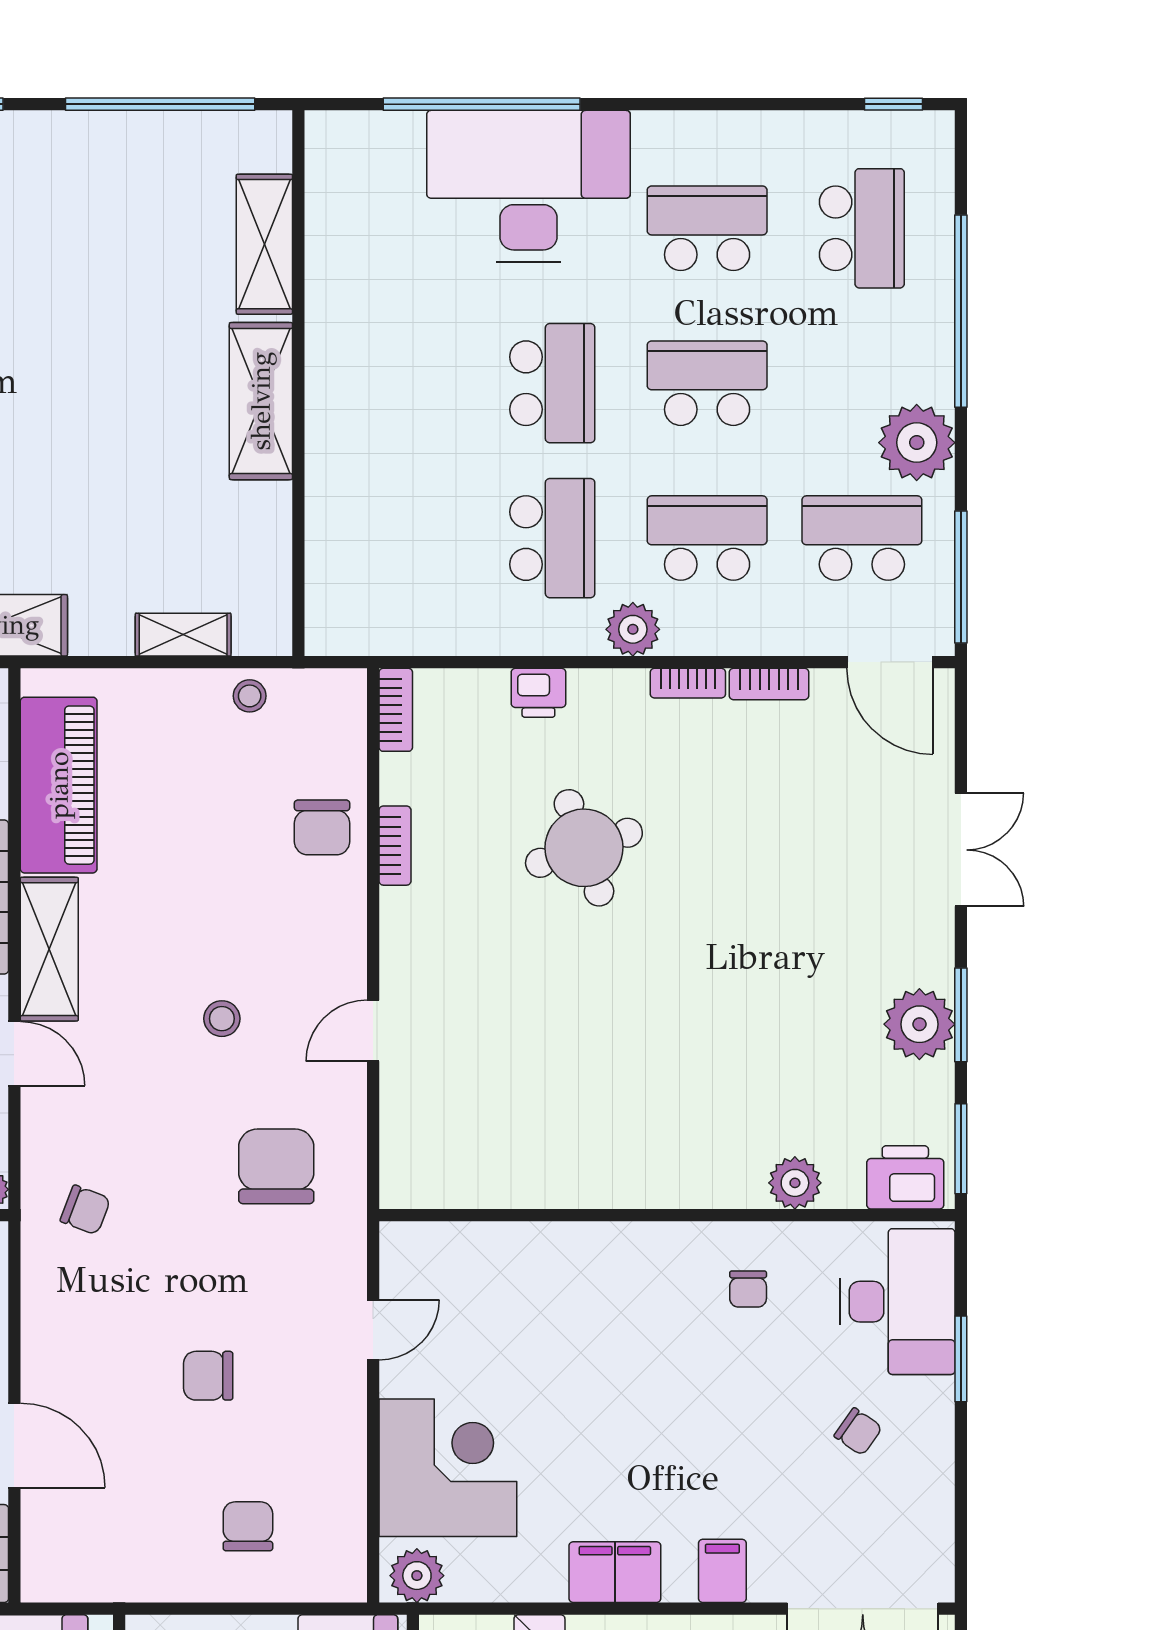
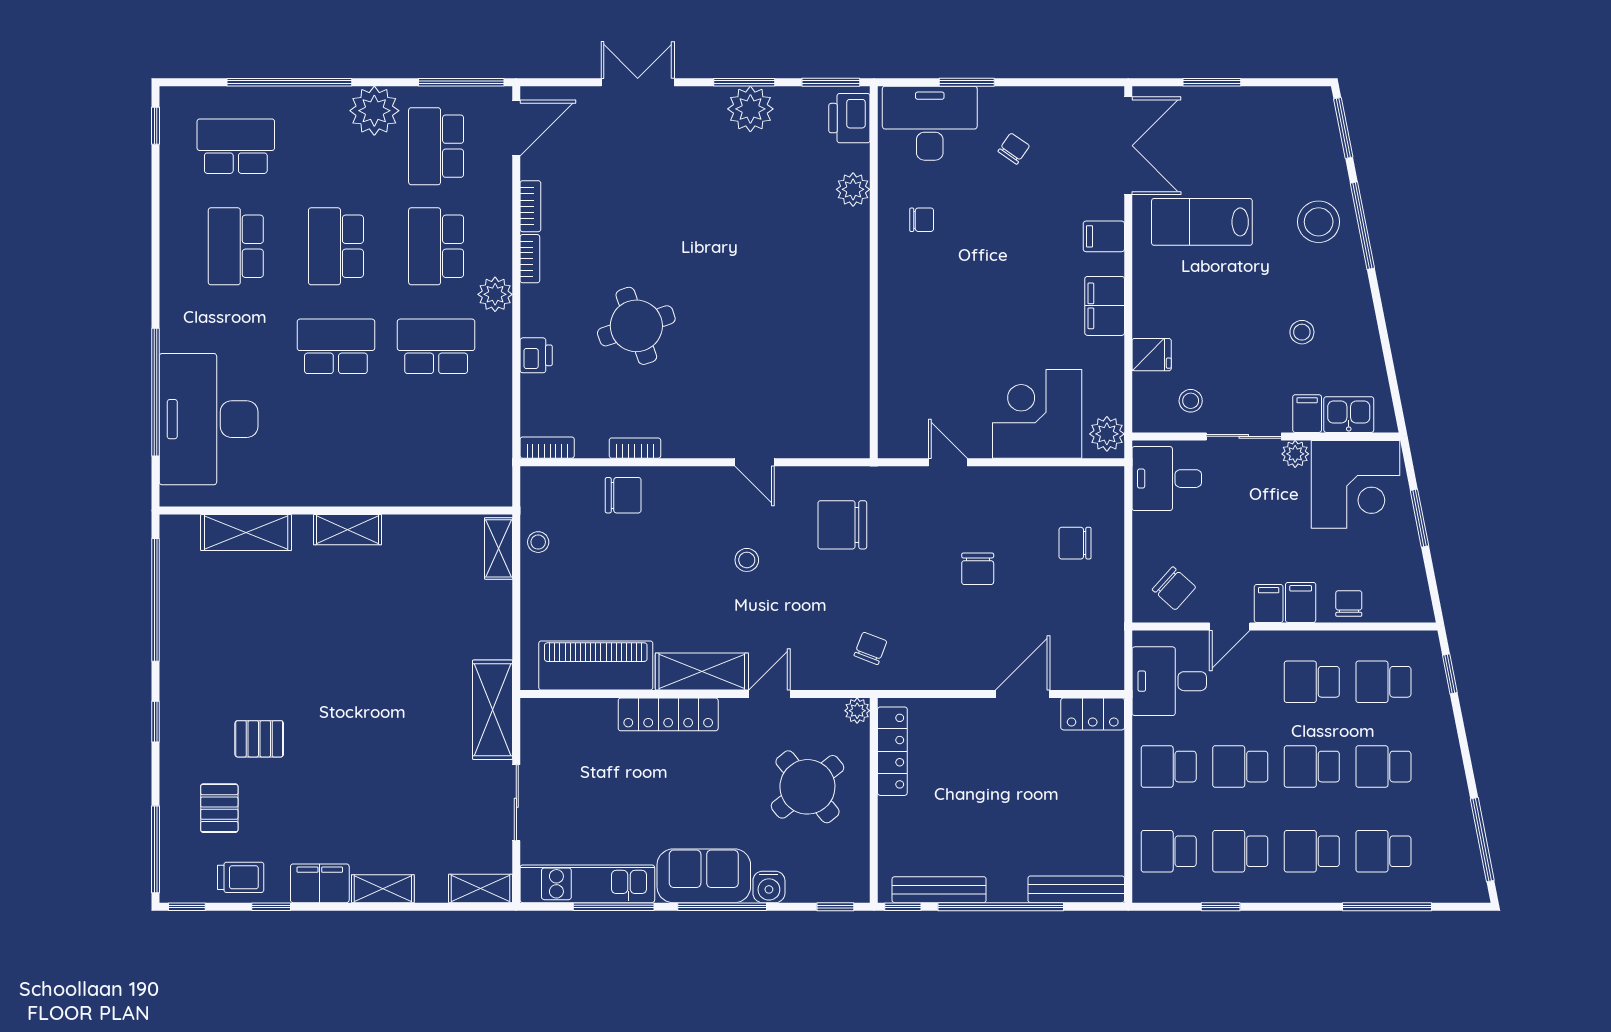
desk: (528, 186) -> (209, 419), moved
shelving: (261, 401) -> (348, 530), width x0.67, depth x0.75
shelving: (183, 635) -> (499, 548), moved

